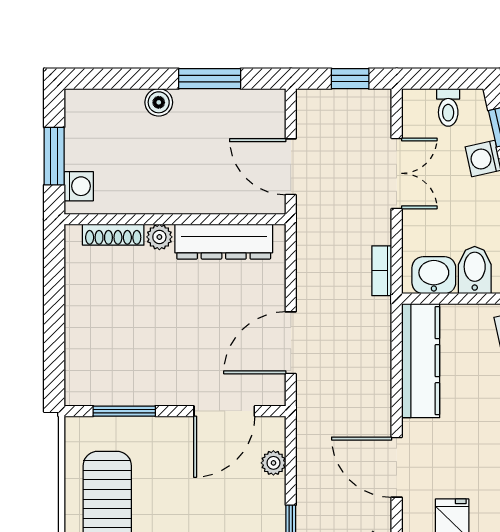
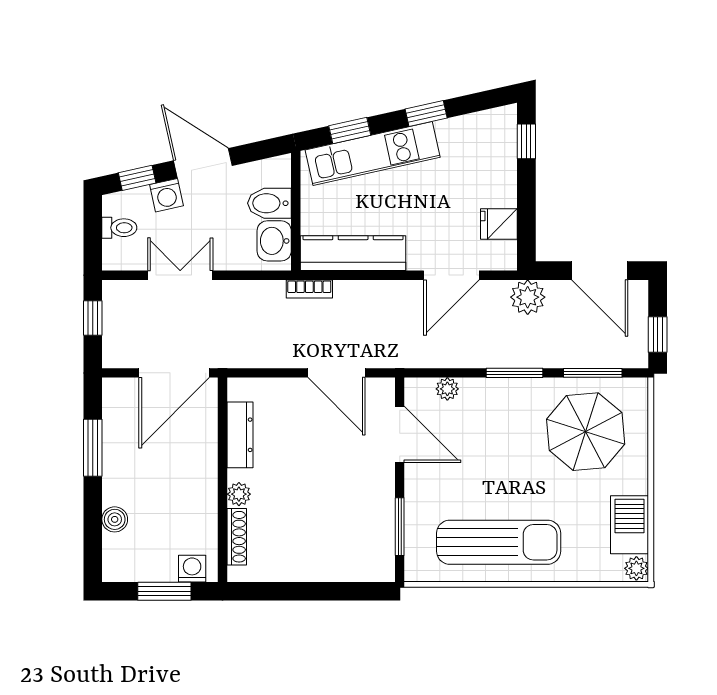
boiler: (159, 102) -> (115, 519), moved
door: (291, 167) -> (174, 373), width x1.36
dresser: (224, 242) -> (240, 435), width x0.73, depth x0.80
bookcase: (382, 271) -> (309, 289), moved

